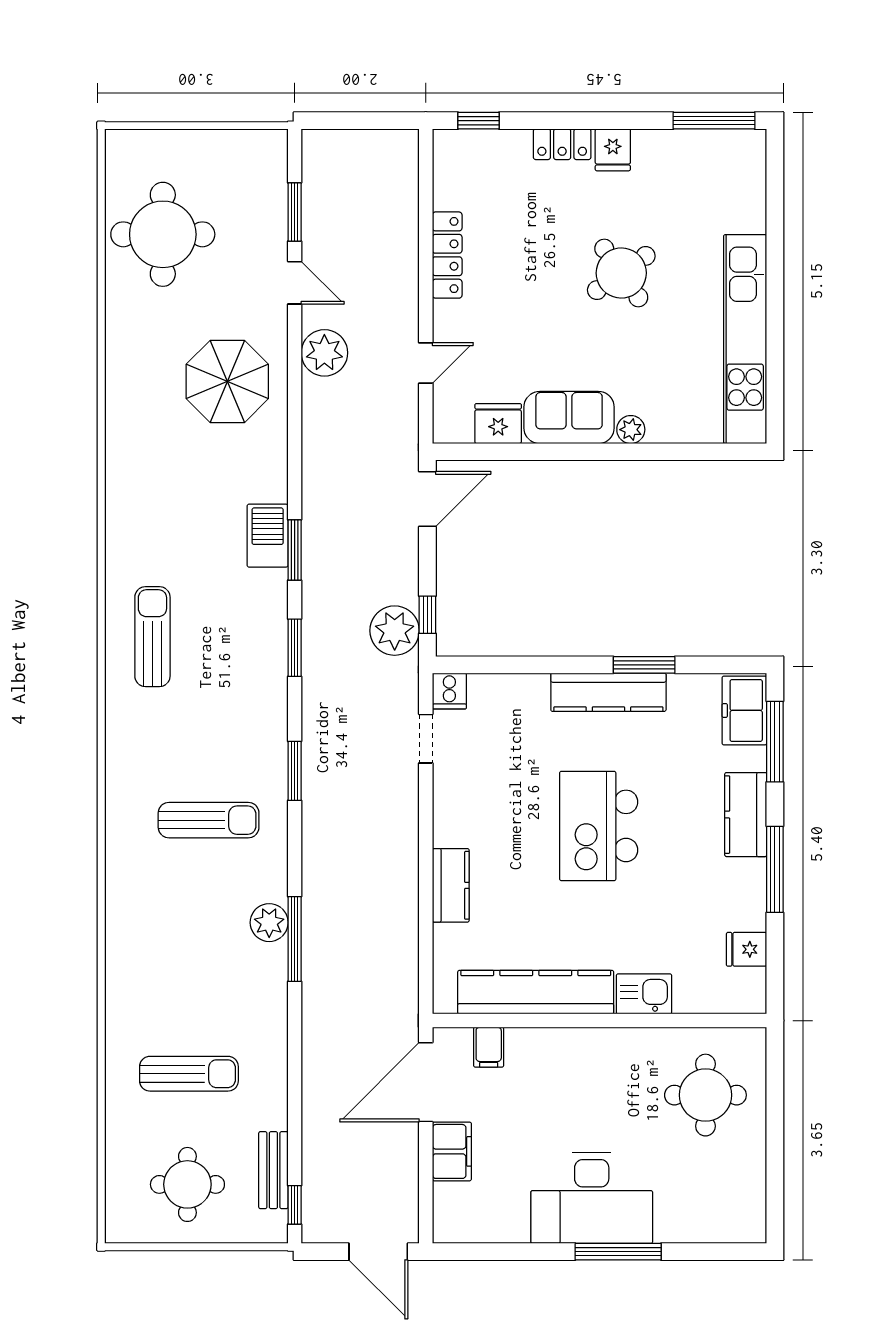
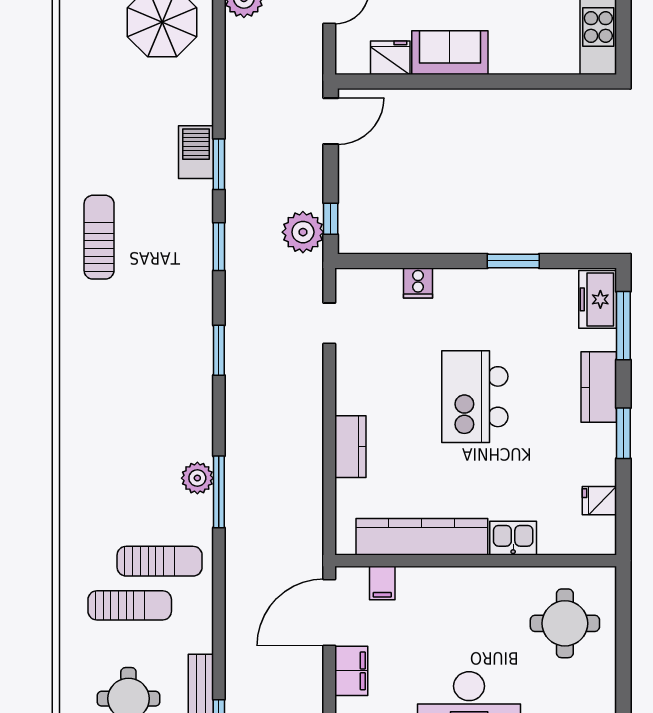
plant: (631, 430) -> (502, 63), removed
cooker: (449, 691) -> (418, 283), moved
kitchen counter: (608, 692) -> (483, 284), removed
sun lounger: (209, 820) -> (160, 561), moved
window: (775, 869) -> (623, 433), width x0.69

